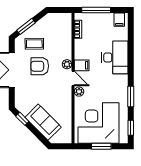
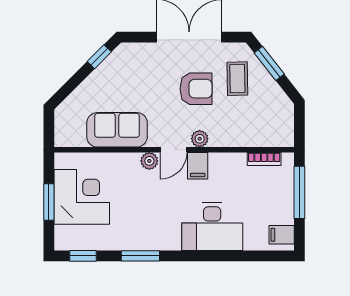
armchair: (40, 66) -> (196, 89), turned 90
sofa: (43, 122) -> (117, 130), moved, turned -135
corner desk: (99, 123) -> (82, 197), width x0.74, depth x0.74

